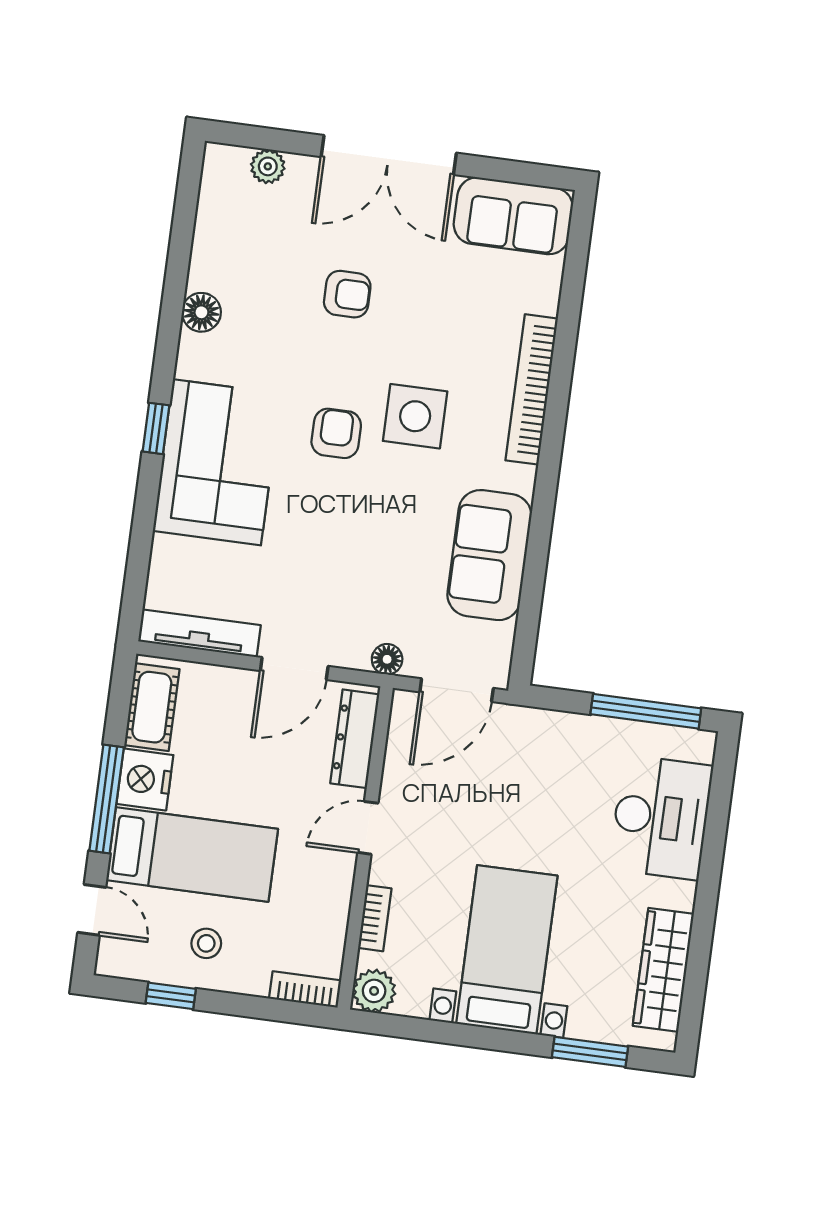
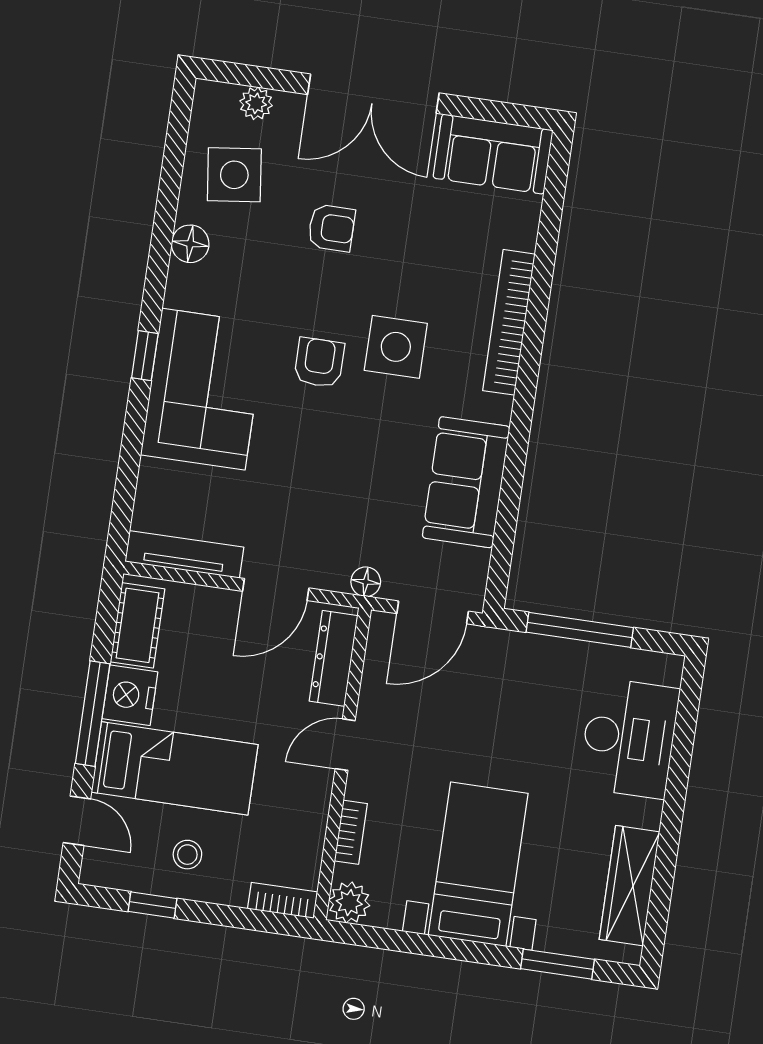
side table: (246, 240) -> (234, 175), added
window: (646, 711) -> (580, 630), moved

